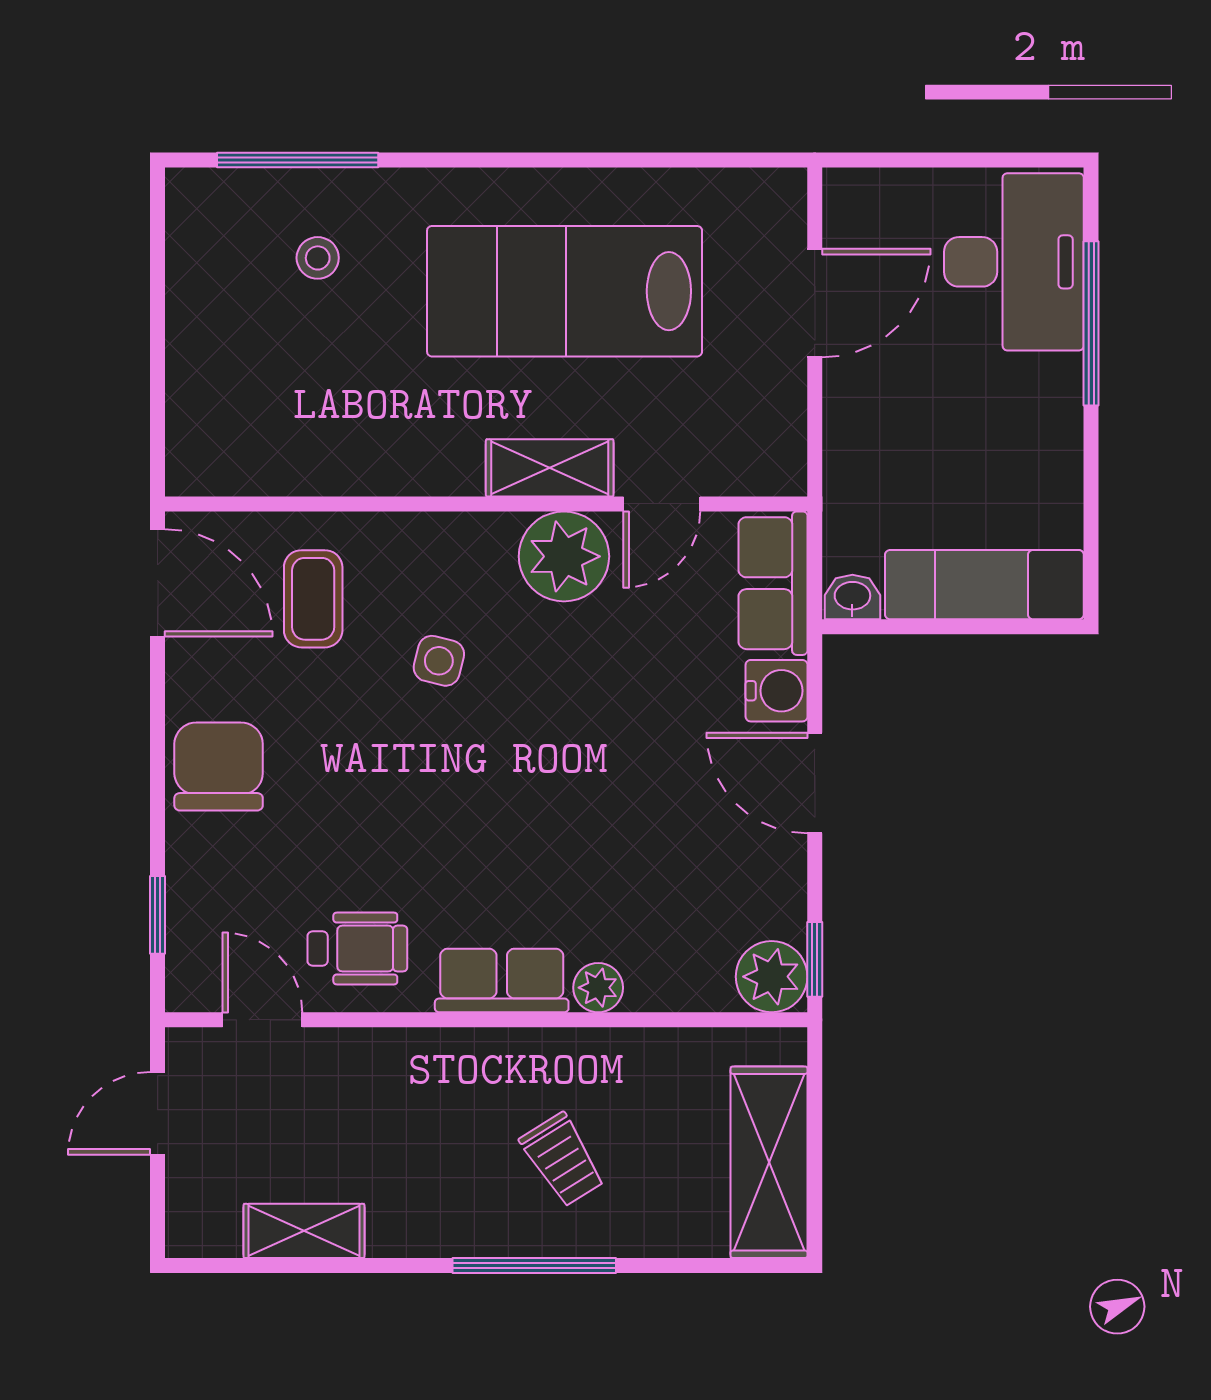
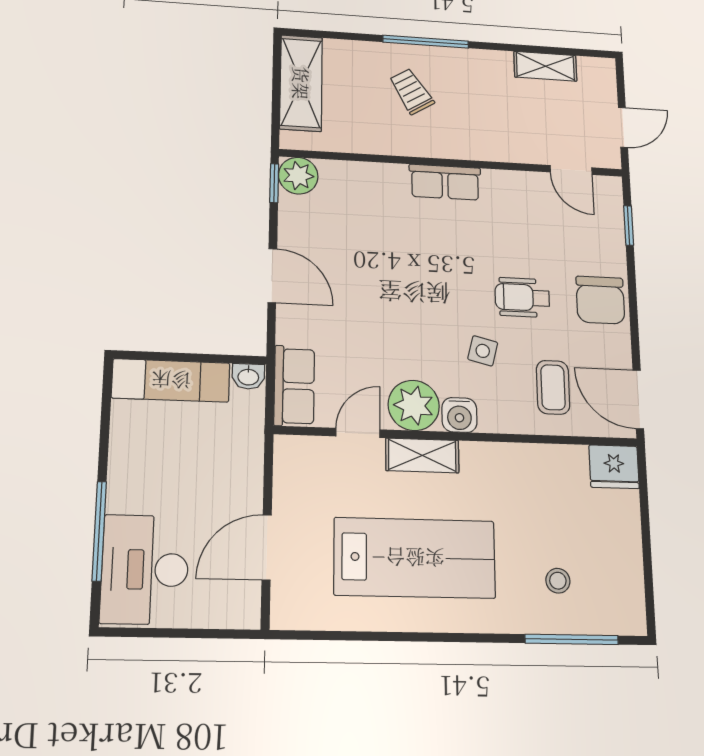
fridge: (209, 459) -> (614, 467), added
water cooler: (777, 691) -> (459, 415), moved, turned -90
wheelchair: (357, 949) -> (522, 297), moved
plant: (598, 988) -> (393, 176), removed

